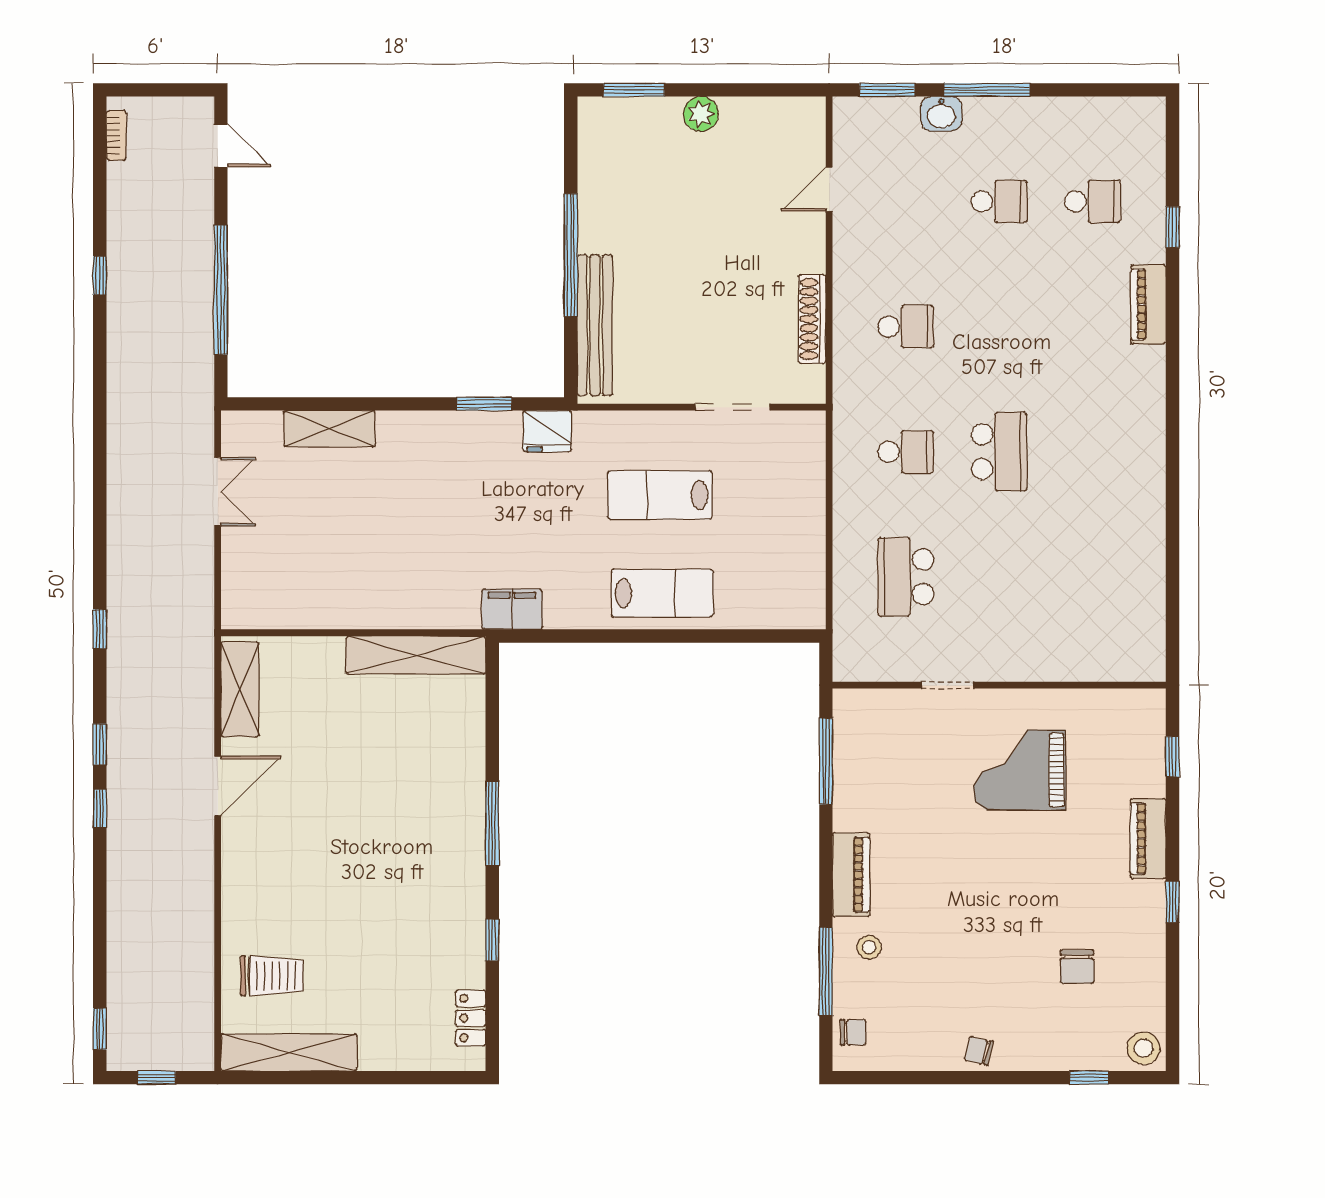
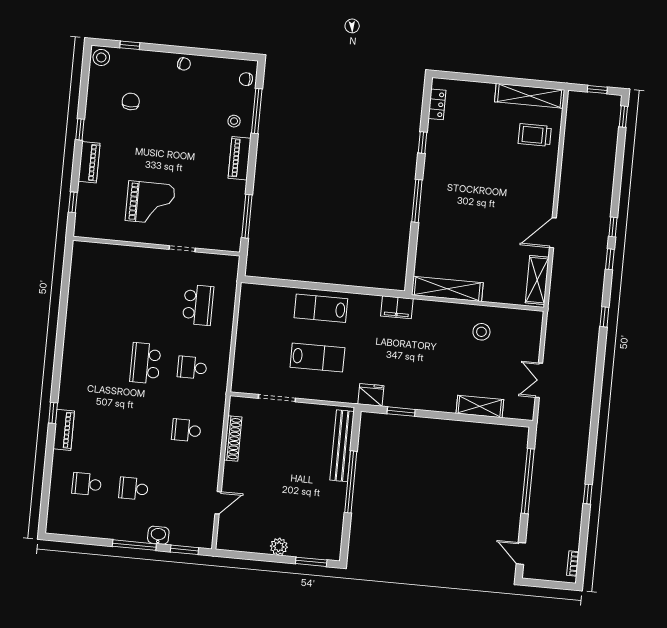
window: (1173, 227) -> (53, 413), moved
stool: (340, 577) -> (481, 332), added

